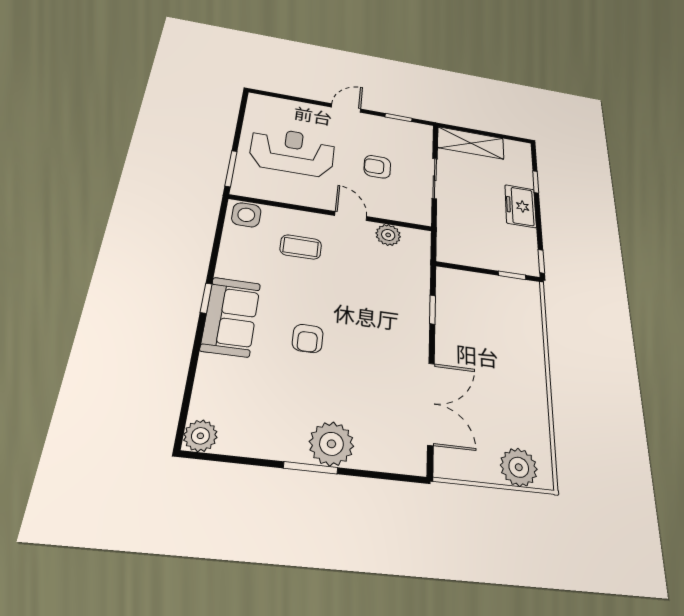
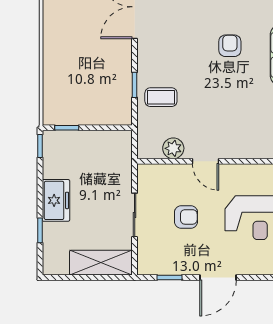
door: (346, 108) -> (218, 277), width x1.38
coffee table: (301, 247) -> (161, 97), moved

